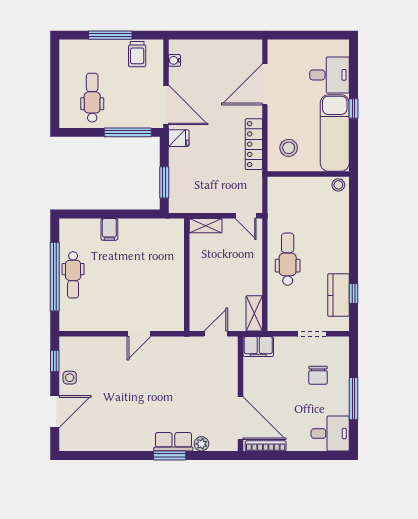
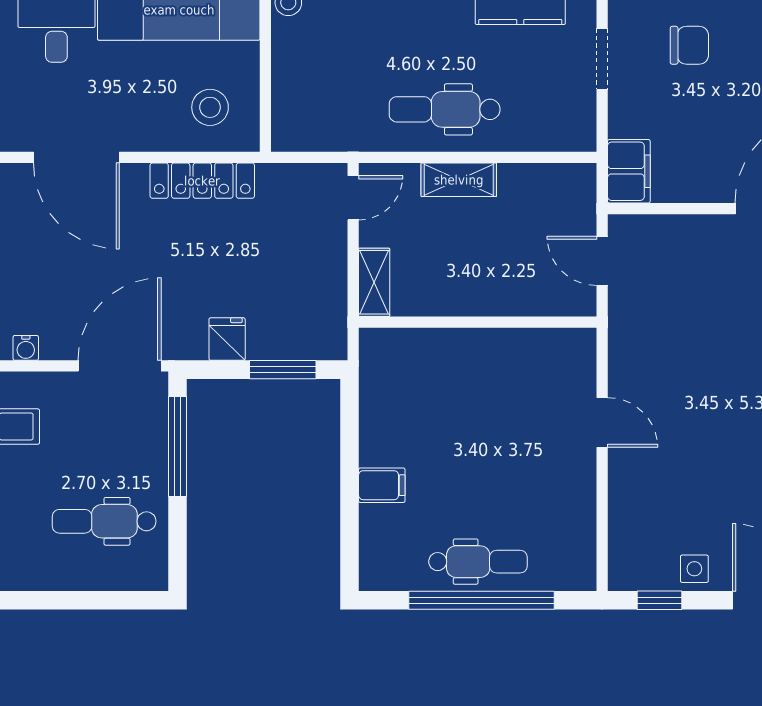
fridge: (179, 138) -> (227, 339), moved
shelving: (254, 313) -> (459, 180), moved

